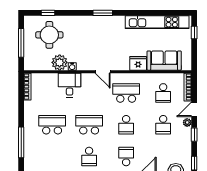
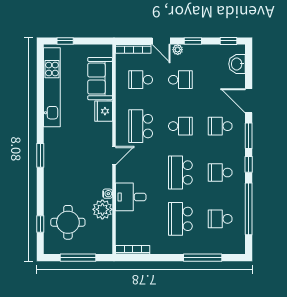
school desk: (163, 93) -> (141, 80), turned 180
school desk: (52, 157) -> (220, 219), added
school desk: (89, 157) -> (220, 173), turned 180

